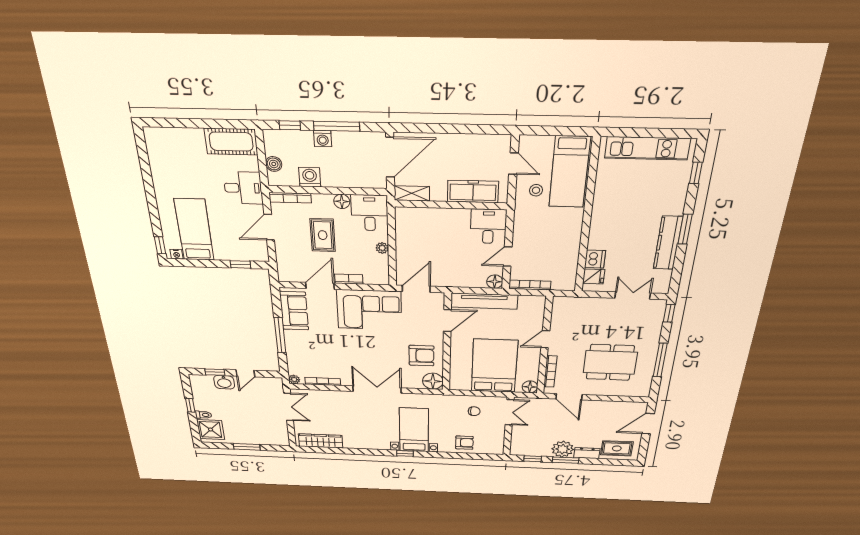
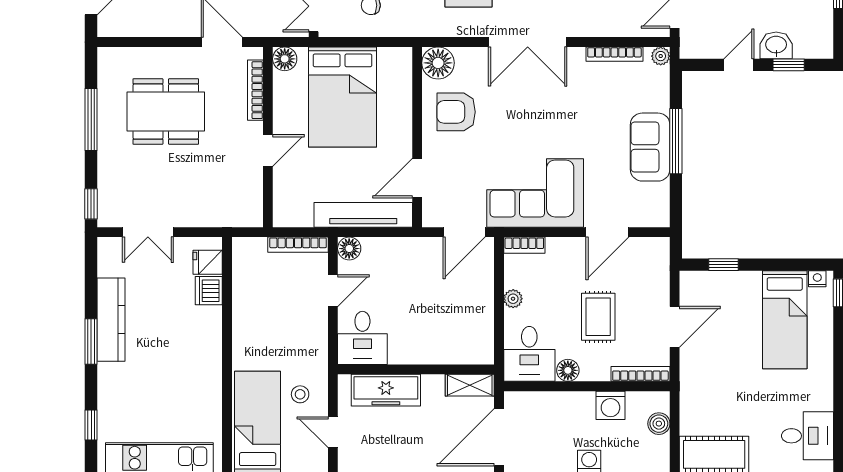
desk: (243, 188) -> (808, 436), moved, turned 180
bookcase: (349, 279) -> (524, 245), moved
sofa: (294, 311) -> (650, 147), moved

